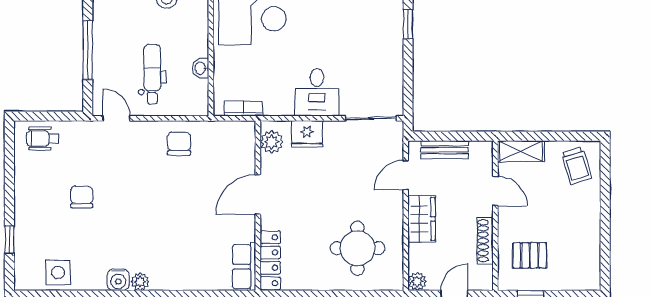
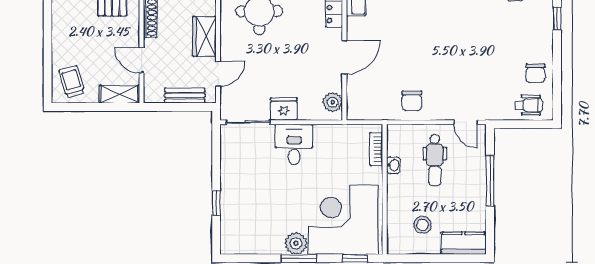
bookcase: (243, 108) -> (376, 149), moved, turned 90
fridge: (307, 134) -> (284, 109), moved
chair: (82, 197) -> (535, 73), moved

